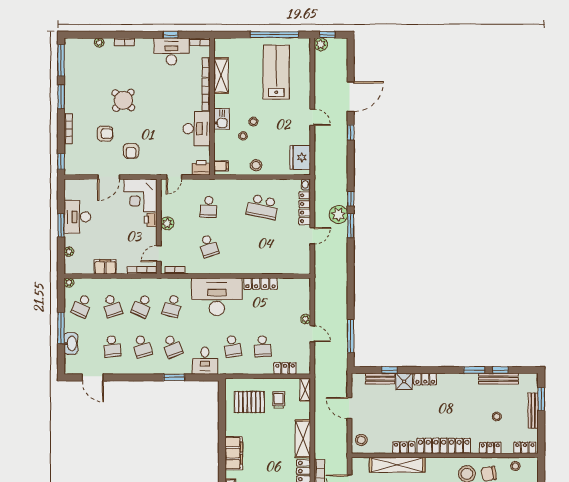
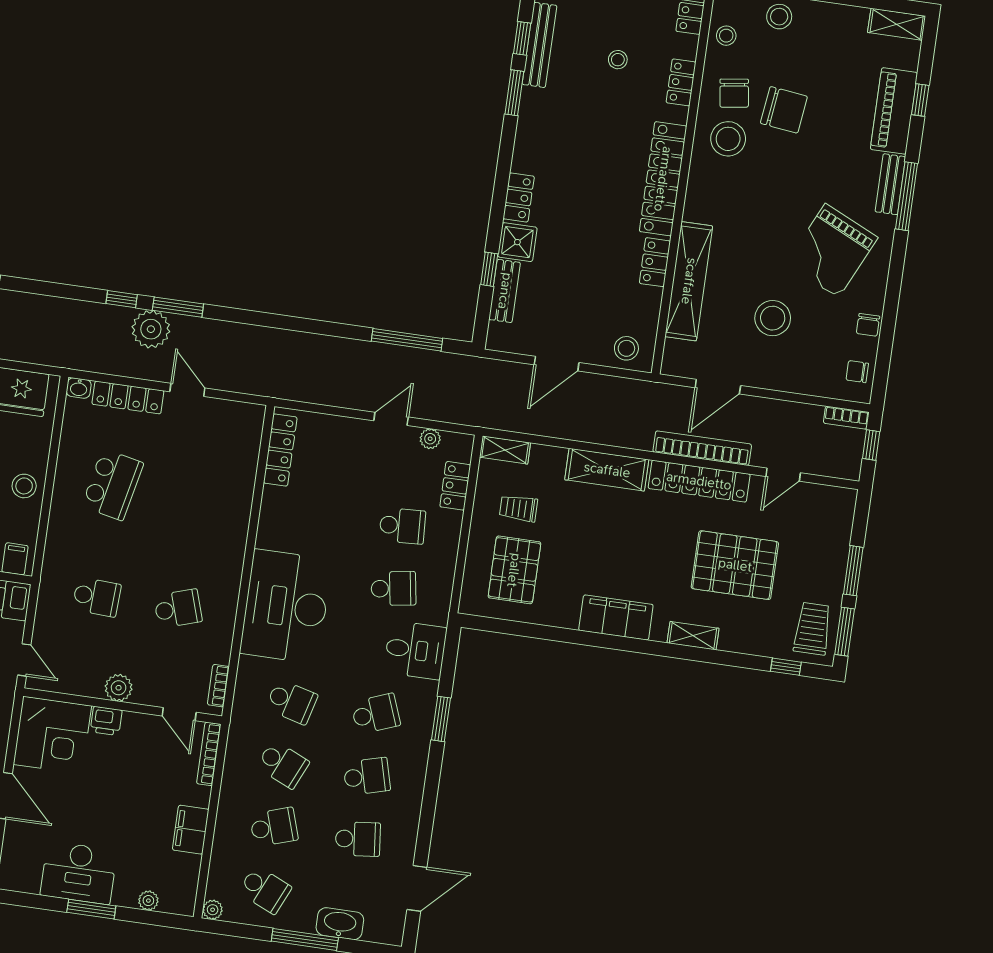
locker: (260, 284) -> (280, 450), moved
plant: (306, 319) -> (430, 439), moved

